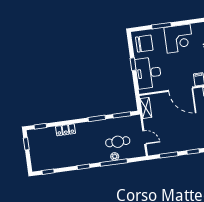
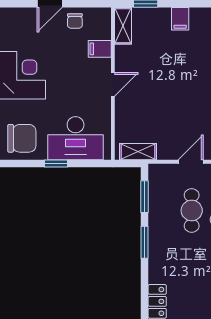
chair: (144, 44) -> (22, 138), turned 90
door: (181, 89) -> (113, 84), width x0.53

